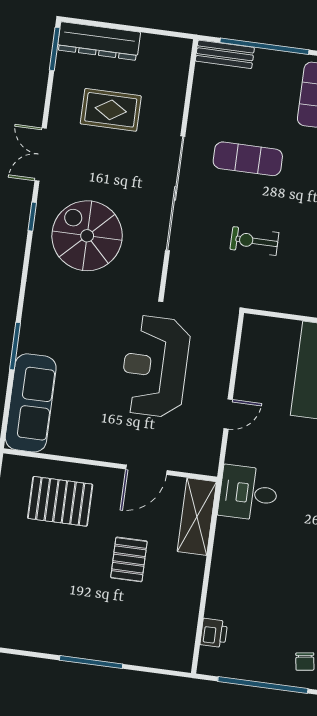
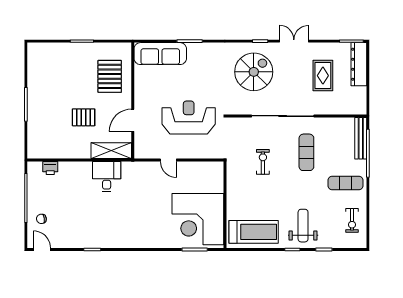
bench: (225, 54) -> (361, 138), width x1.36
door: (146, 470) -> (133, 120), hinge flipped
desk: (248, 493) -> (107, 177), moved

